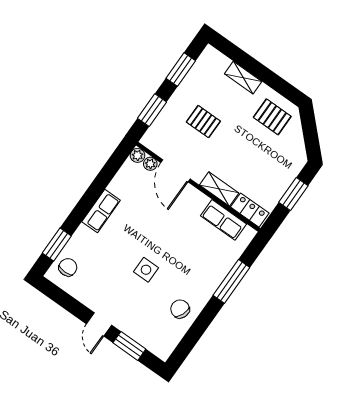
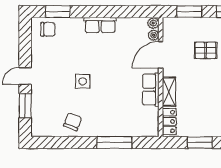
pallet: (203, 122) -> (206, 50), turned 90
row of seats: (223, 220) -> (151, 90), moved

